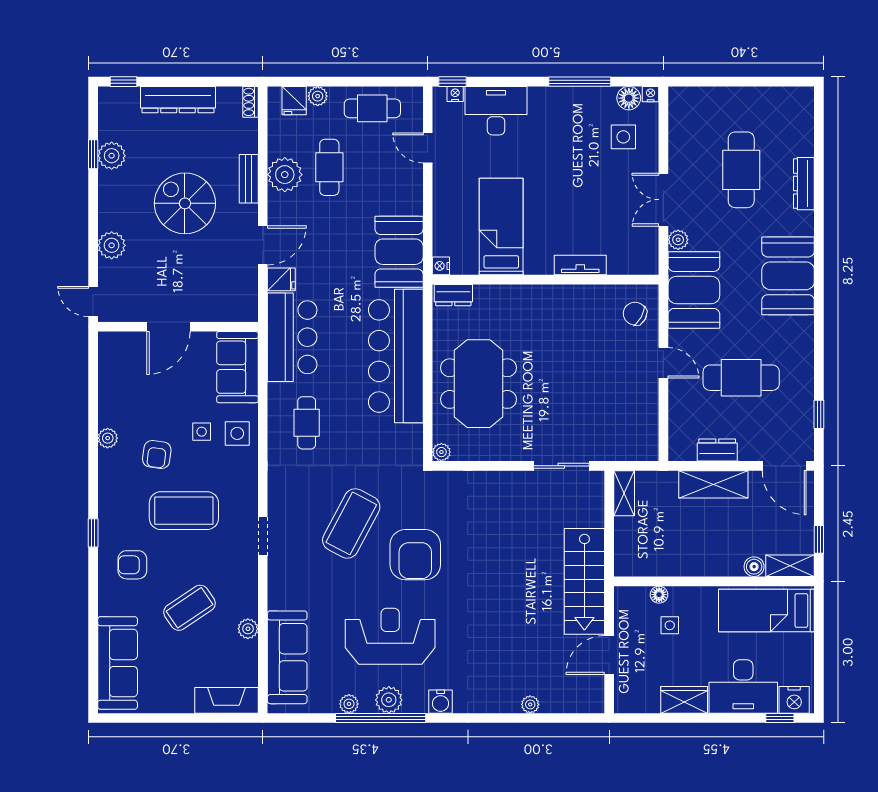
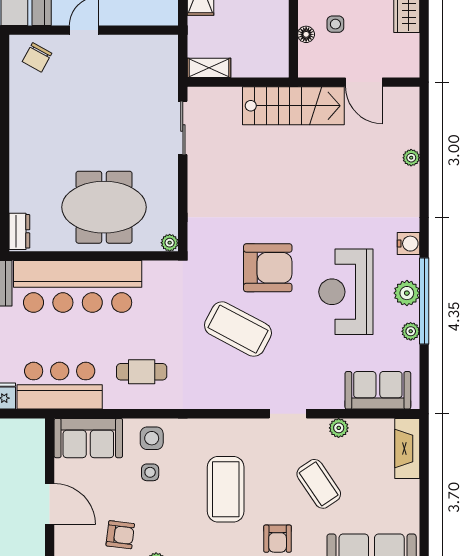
armchair: (157, 455) -> (120, 535), moved
doorway: (263, 536) -> (288, 414), moved
sofa: (287, 657) -> (378, 390), width x0.73

